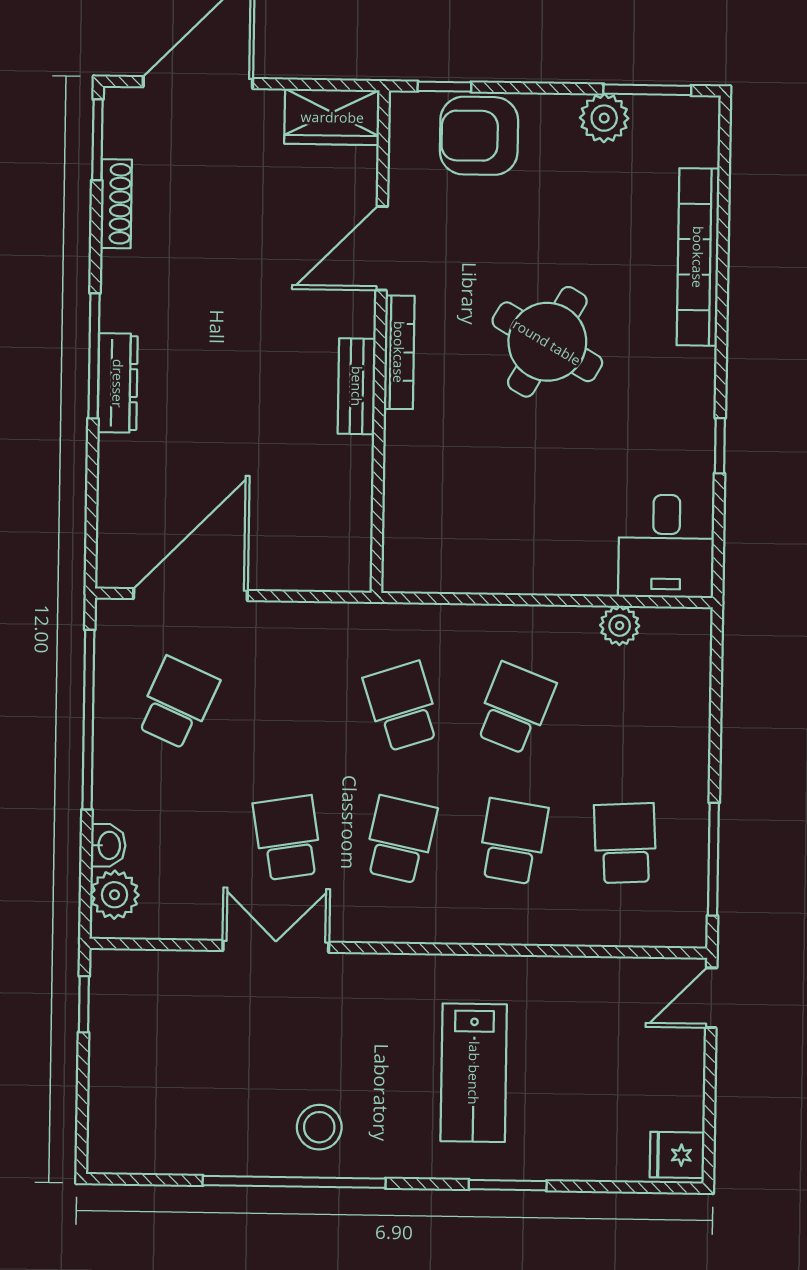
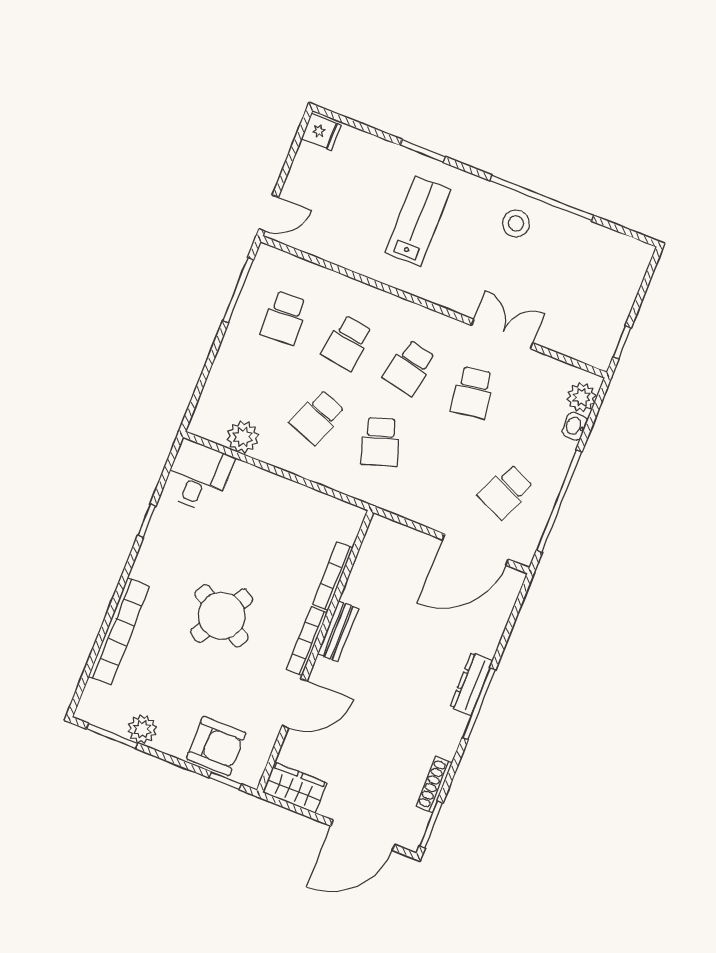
bookcase: (397, 469) -> (333, 576), added
plant: (620, 626) -> (243, 437), width x1.38, depth x1.38
double door: (276, 946) -> (502, 334), swing flipped

